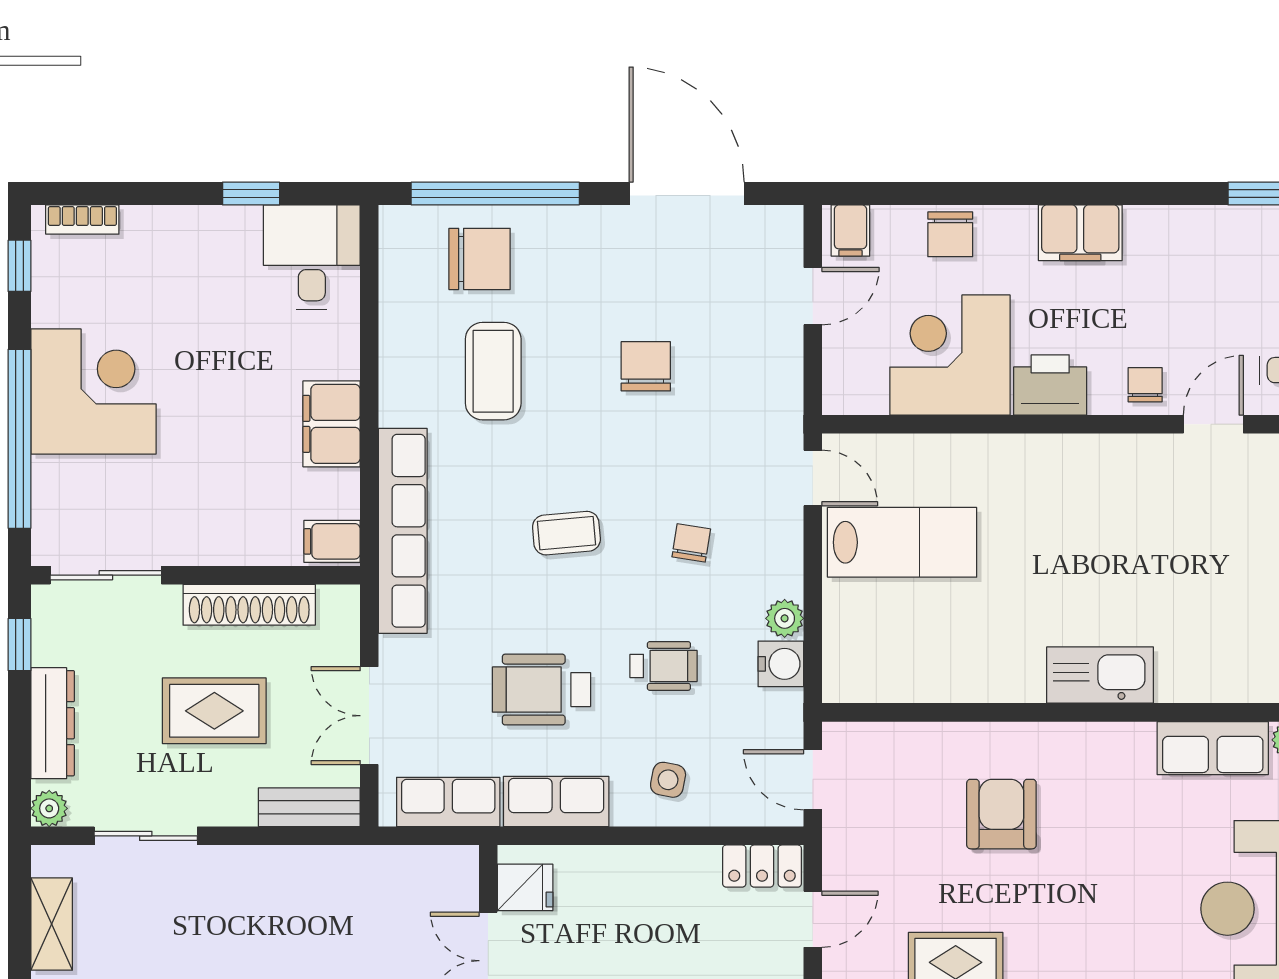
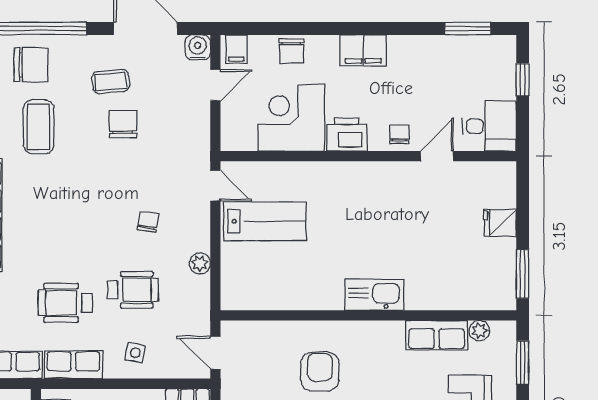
coffee table: (566, 533) -> (111, 81), moved
water cooler: (781, 664) -> (198, 47), moved, turned -90
wheelchair: (664, 666) -> (133, 290), width x1.36, depth x1.37

